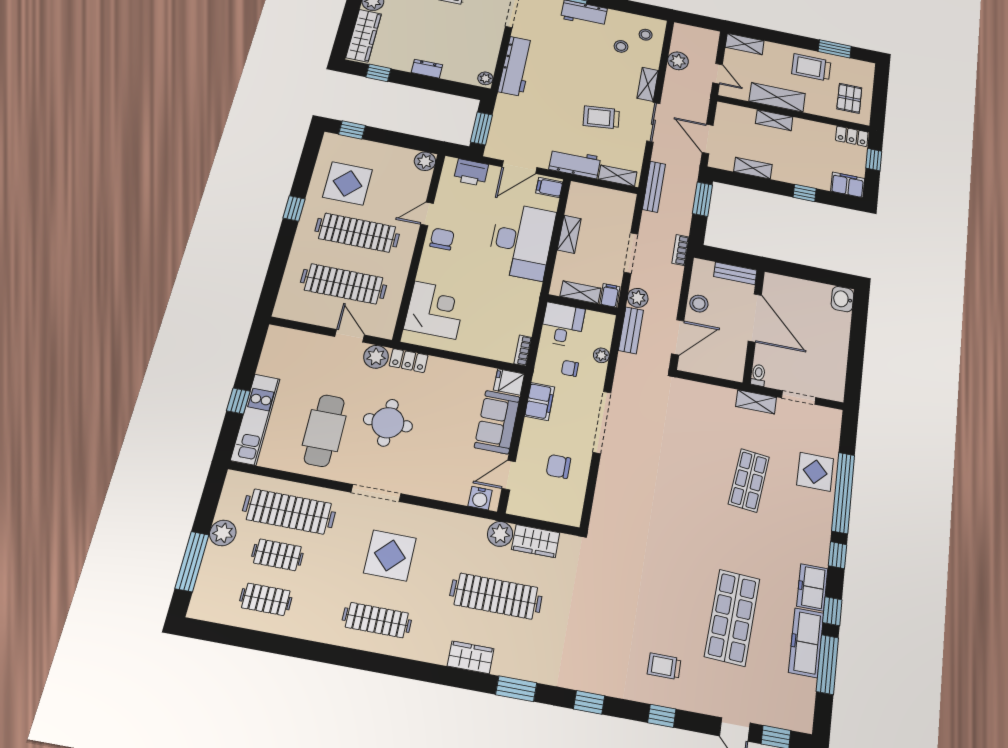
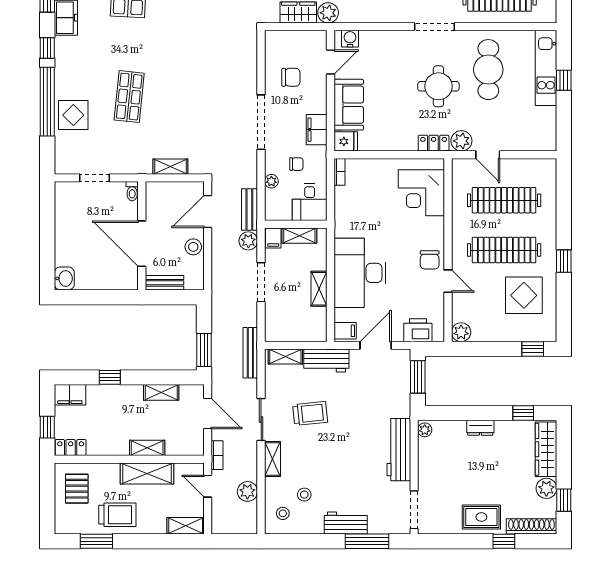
door: (427, 214) -> (448, 281), hinge flipped
bookcase: (680, 250) -> (217, 455), moved
shelving: (756, 402) -> (170, 167), moved

